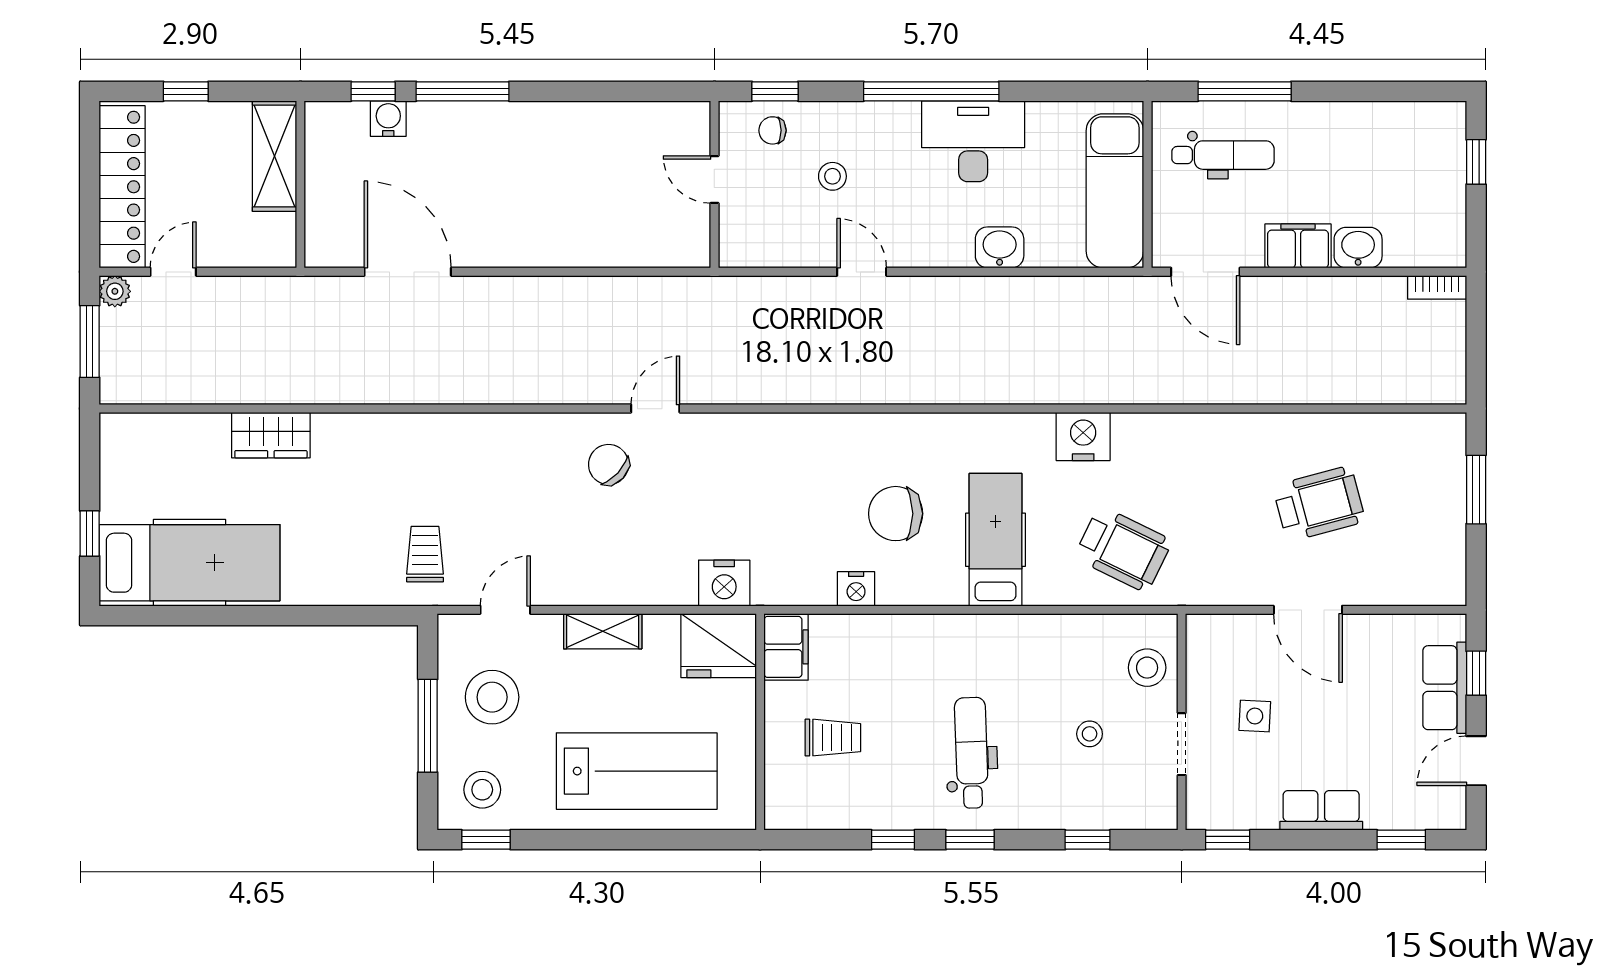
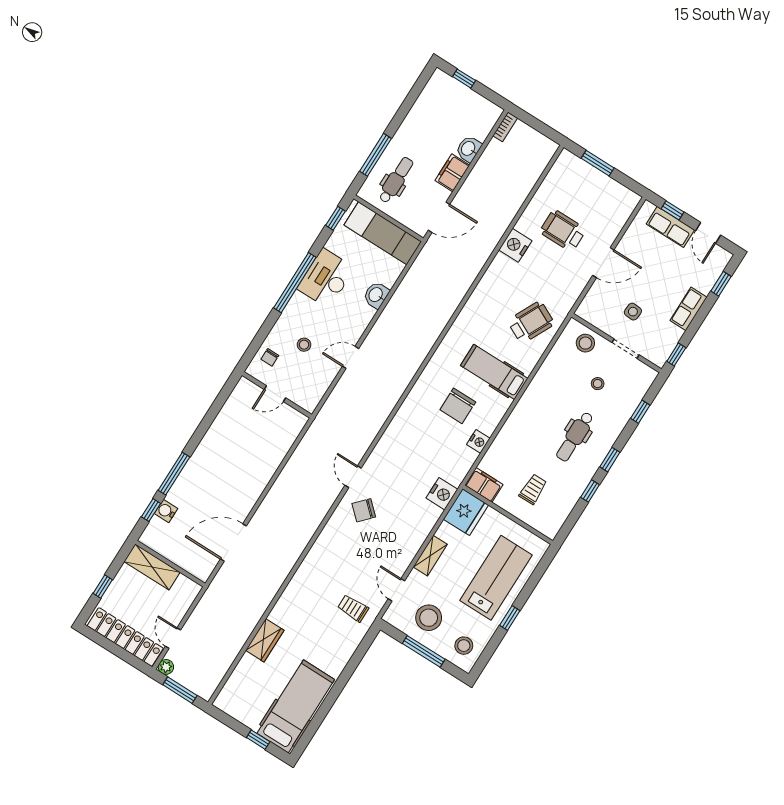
window: (775, 91) -> (335, 218), moved
nightstand: (1083, 436) -> (515, 245), moved
wheelchair: (1319, 504) -> (563, 231), turned -75
dental chair: (971, 753) -> (575, 437), turned -88
window: (486, 840) -> (510, 618), moved

